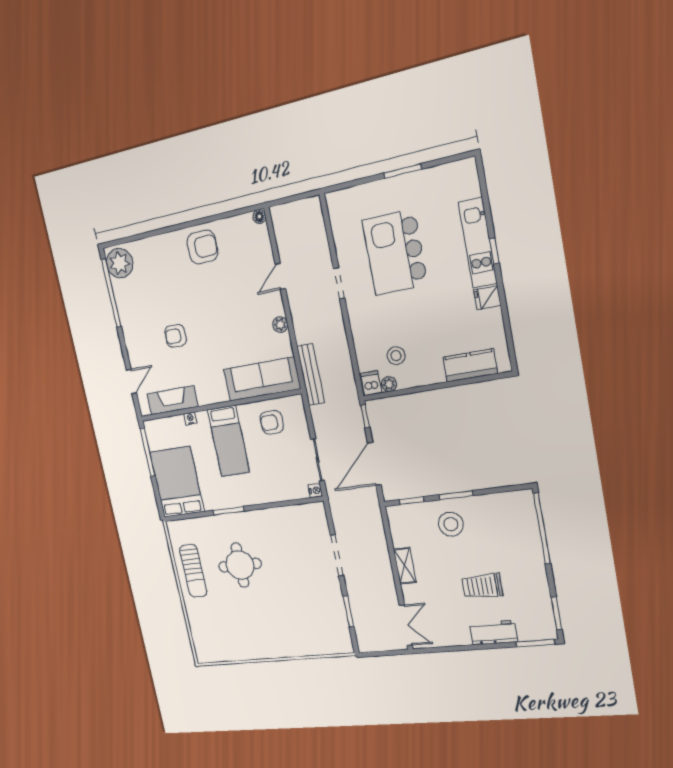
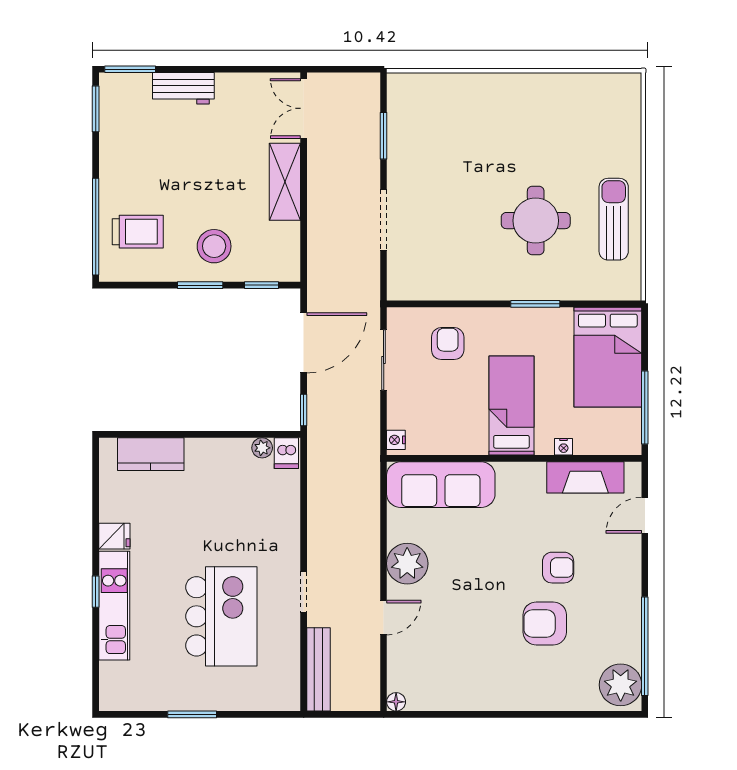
armchair: (202, 247) -> (545, 623), moved
plant: (280, 325) -> (407, 564), width x1.88, depth x1.88
stool: (396, 356) -> (245, 484), removed
bench: (311, 374) -> (318, 669), moved
armchair: (272, 422) -> (448, 344), moved, turned -90
nightstand: (315, 491) -> (396, 440), moved
shelving: (405, 566) -> (285, 182), width x1.50, depth x1.33
trolley: (482, 586) -> (138, 232), moved

